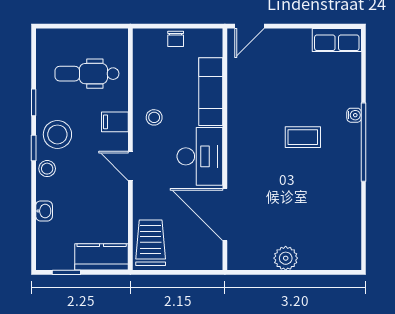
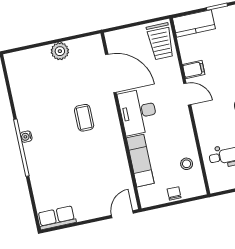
water cooler: (354, 115) -> (26, 137), moved
stool: (154, 117) -> (187, 164), moved
filing cabinet: (115, 122) -> (194, 69), moved
coffee table: (303, 137) -> (84, 118), moved, turned 90

